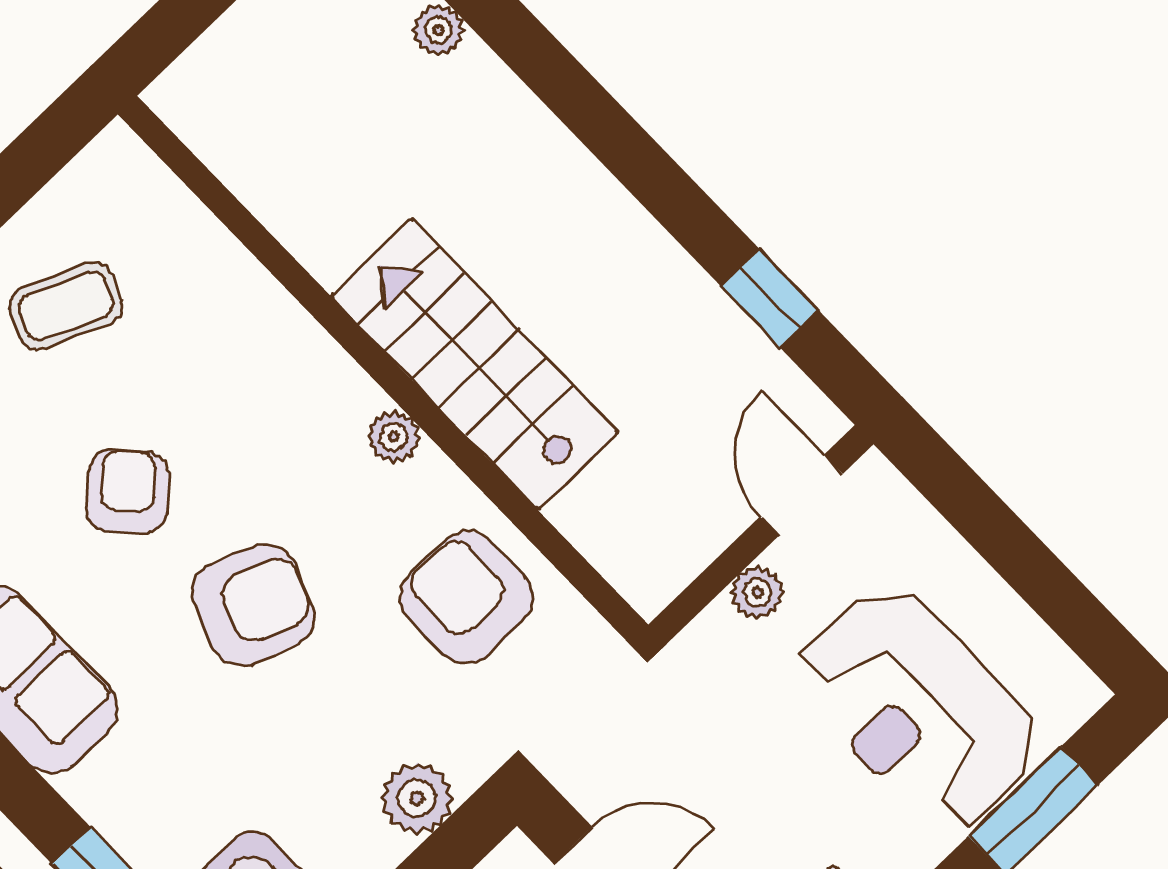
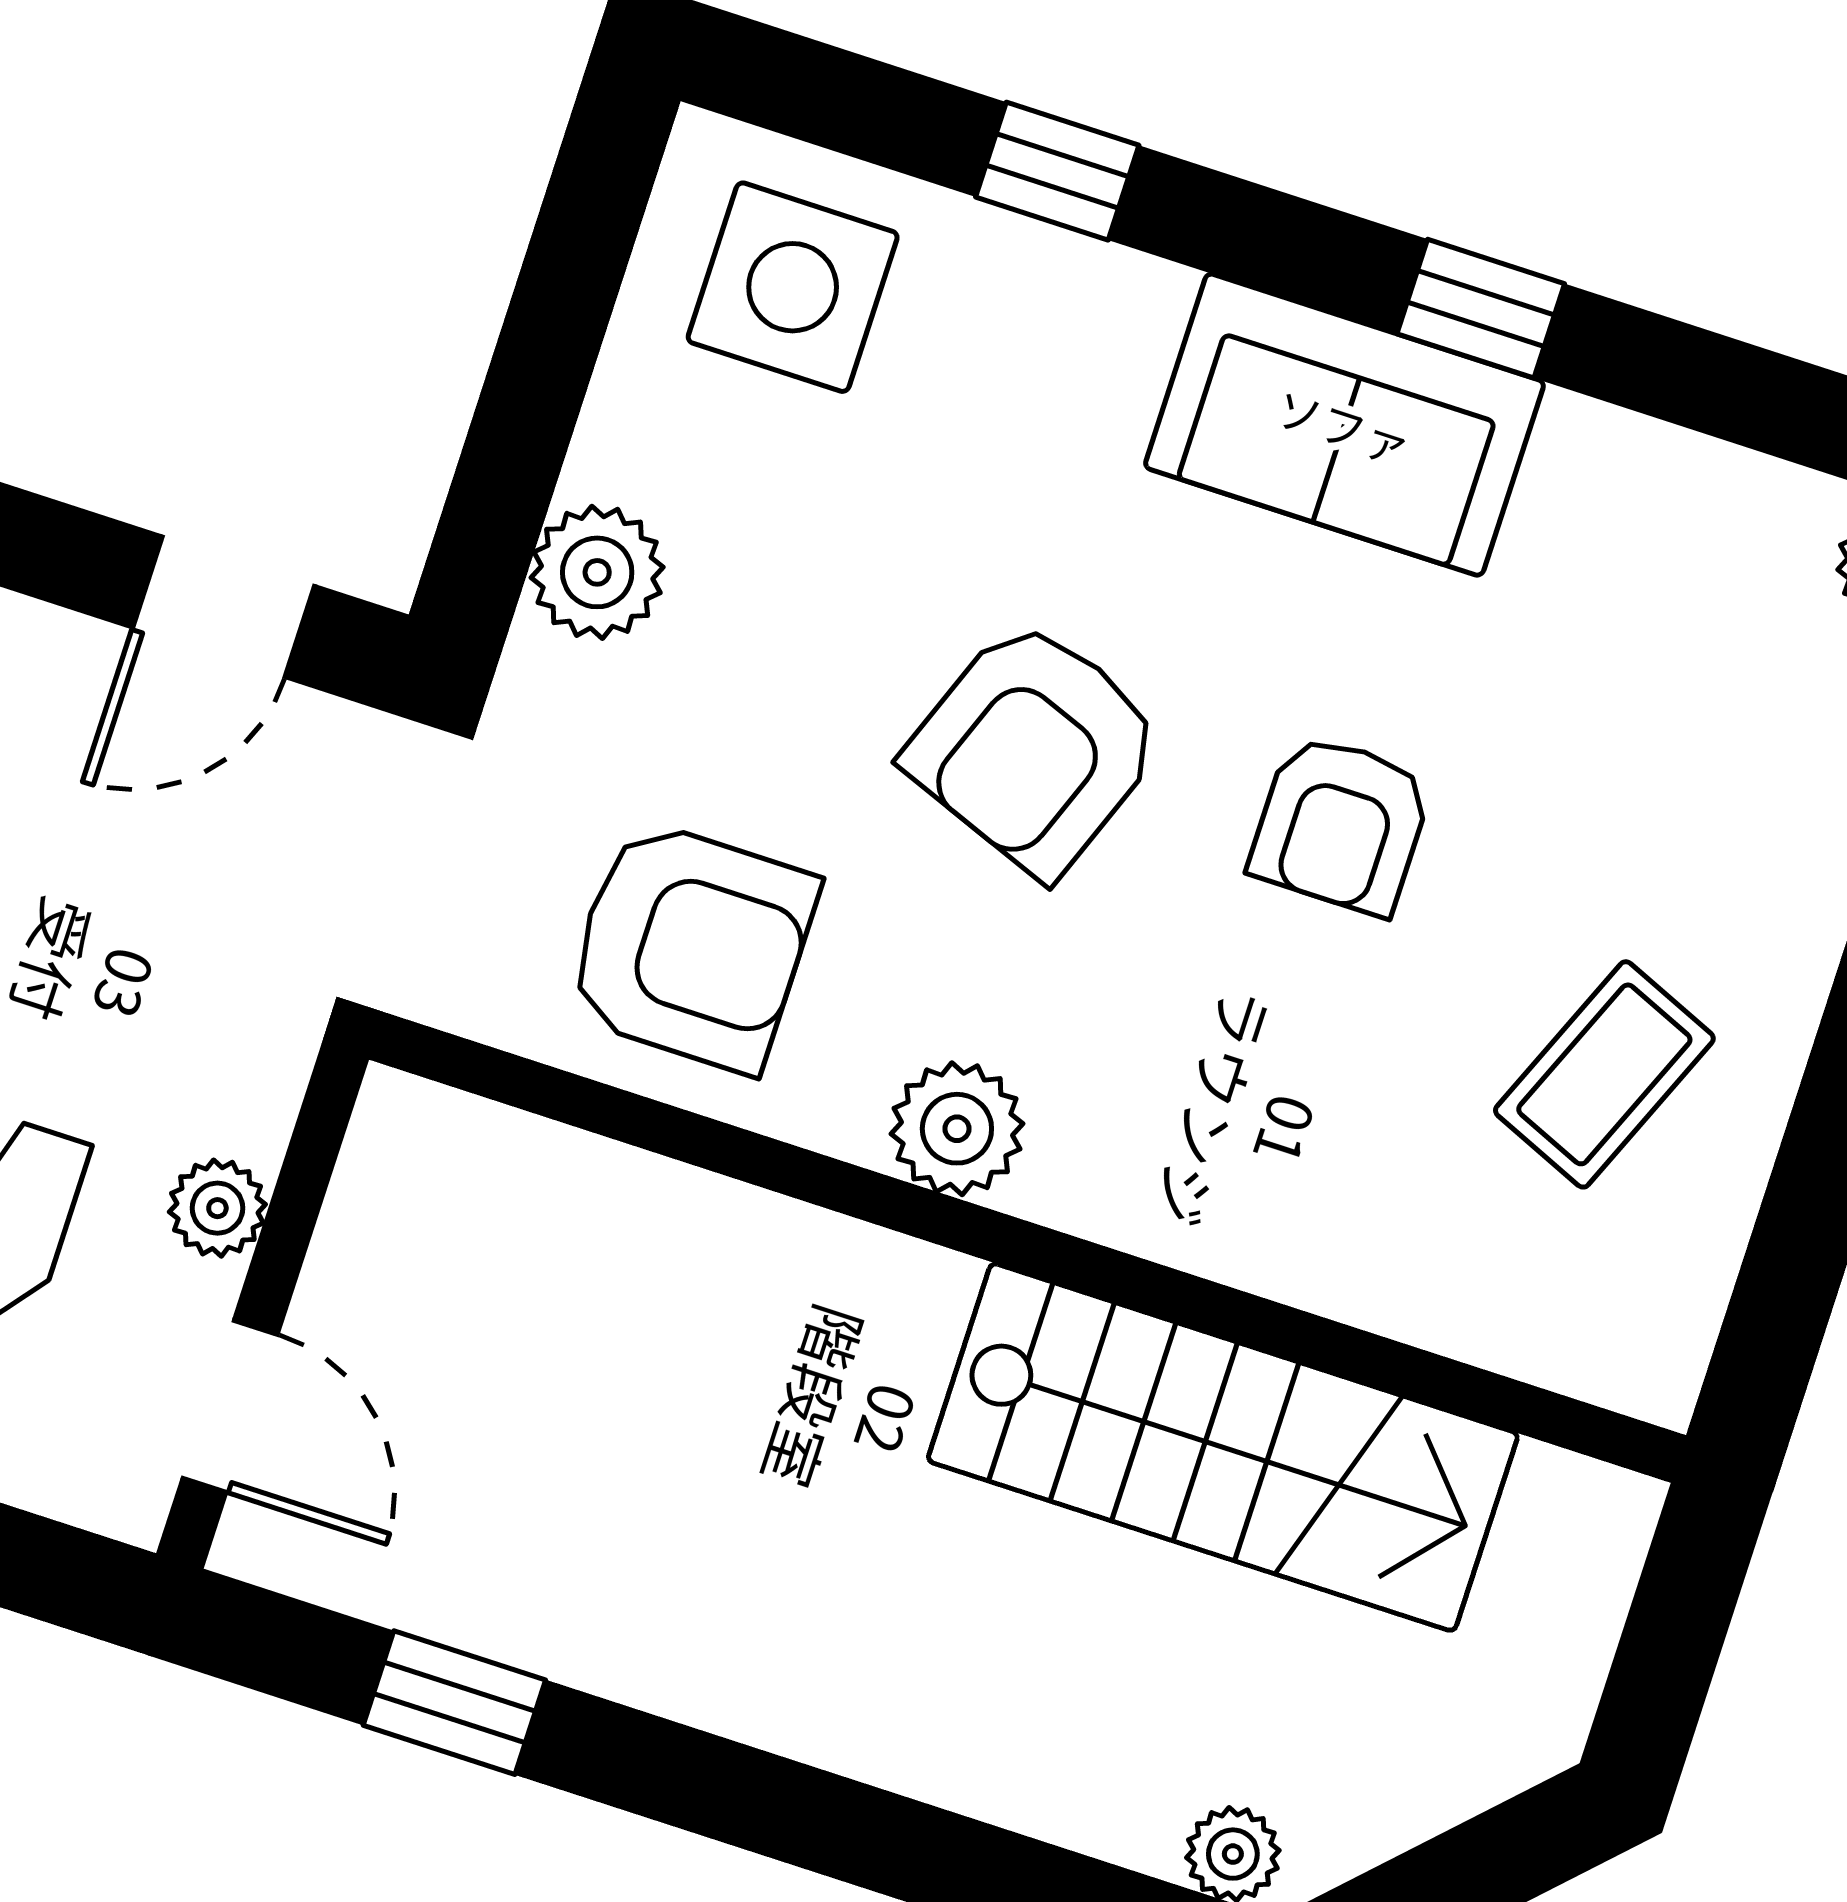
stairs: (475, 364) -> (1223, 1447), moved
plant: (394, 437) -> (957, 1129), width x1.38, depth x1.38
armchair: (128, 491) -> (1341, 824), turned 43

